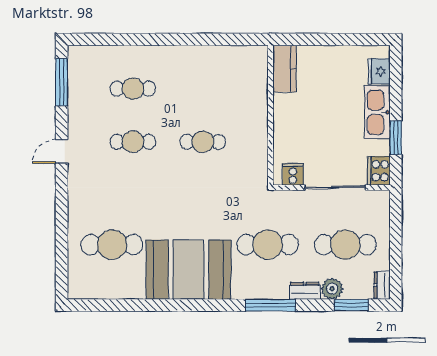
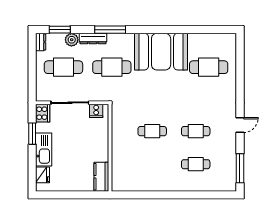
dresser: (305, 291) -> (93, 38), width x1.44

